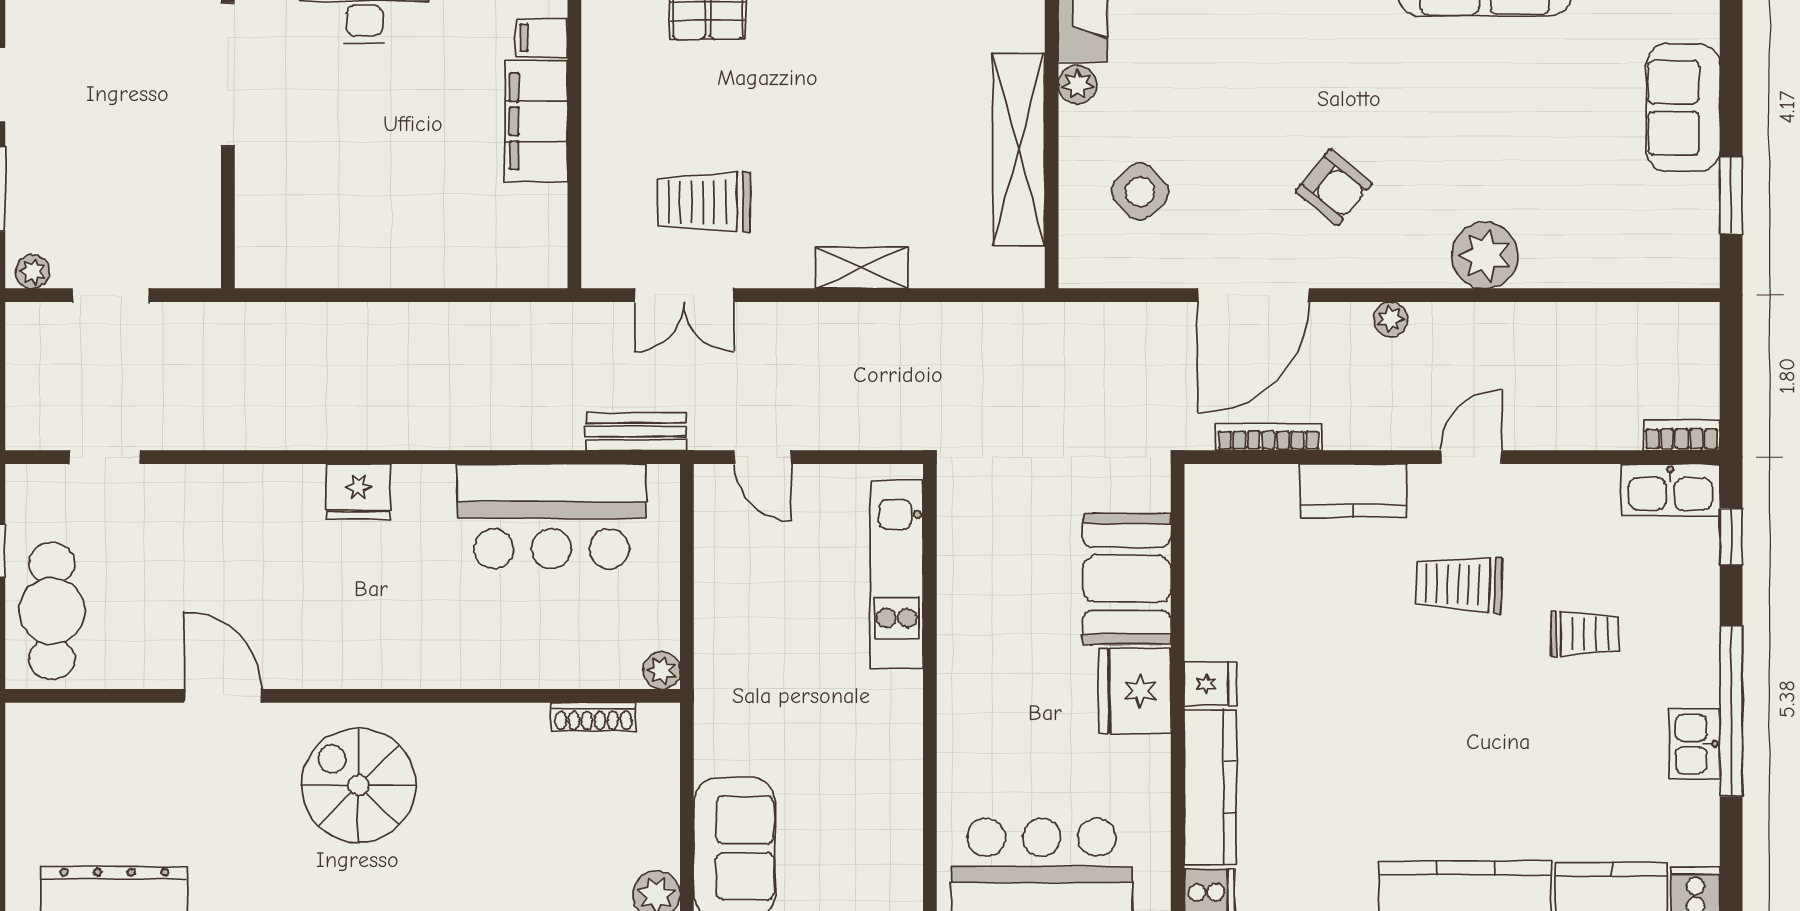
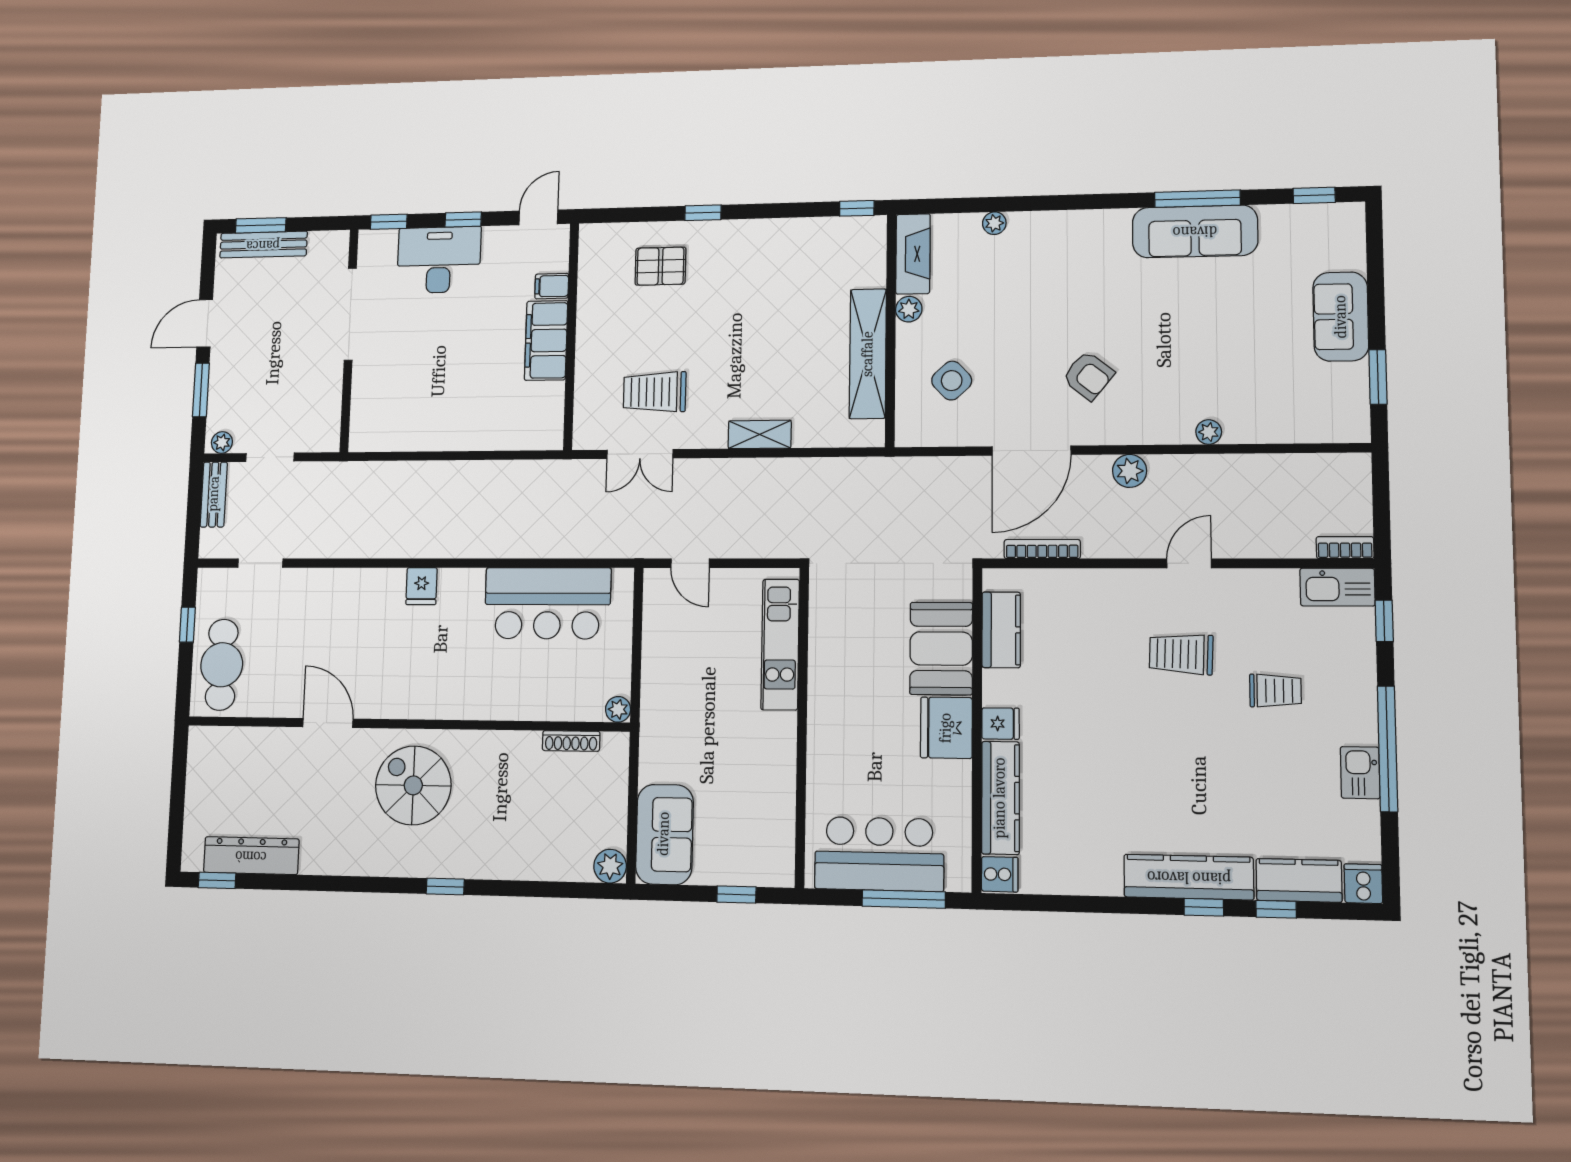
plant: (1485, 255) -> (1209, 432), width x0.53, depth x0.53
plant: (1391, 319) -> (1130, 471), width x1.38, depth x1.38
bench: (636, 431) -> (214, 494), moved, turned 90
kitchen counter: (1353, 491) -> (1001, 630), moved, turned -90
fridge: (358, 492) -> (422, 586), width x0.72

